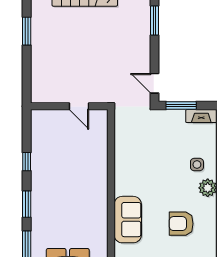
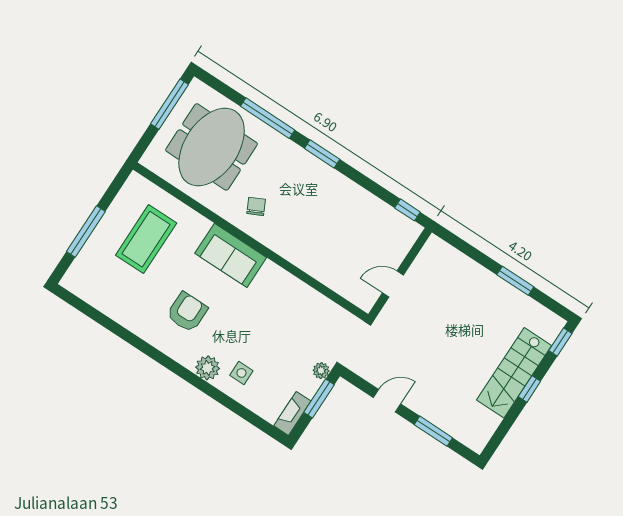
door: (154, 83) -> (387, 401), moved
plant: (163, 116) -> (321, 371), added
window: (27, 162) -> (407, 210), moved
chair: (87, 224) -> (256, 206), added

